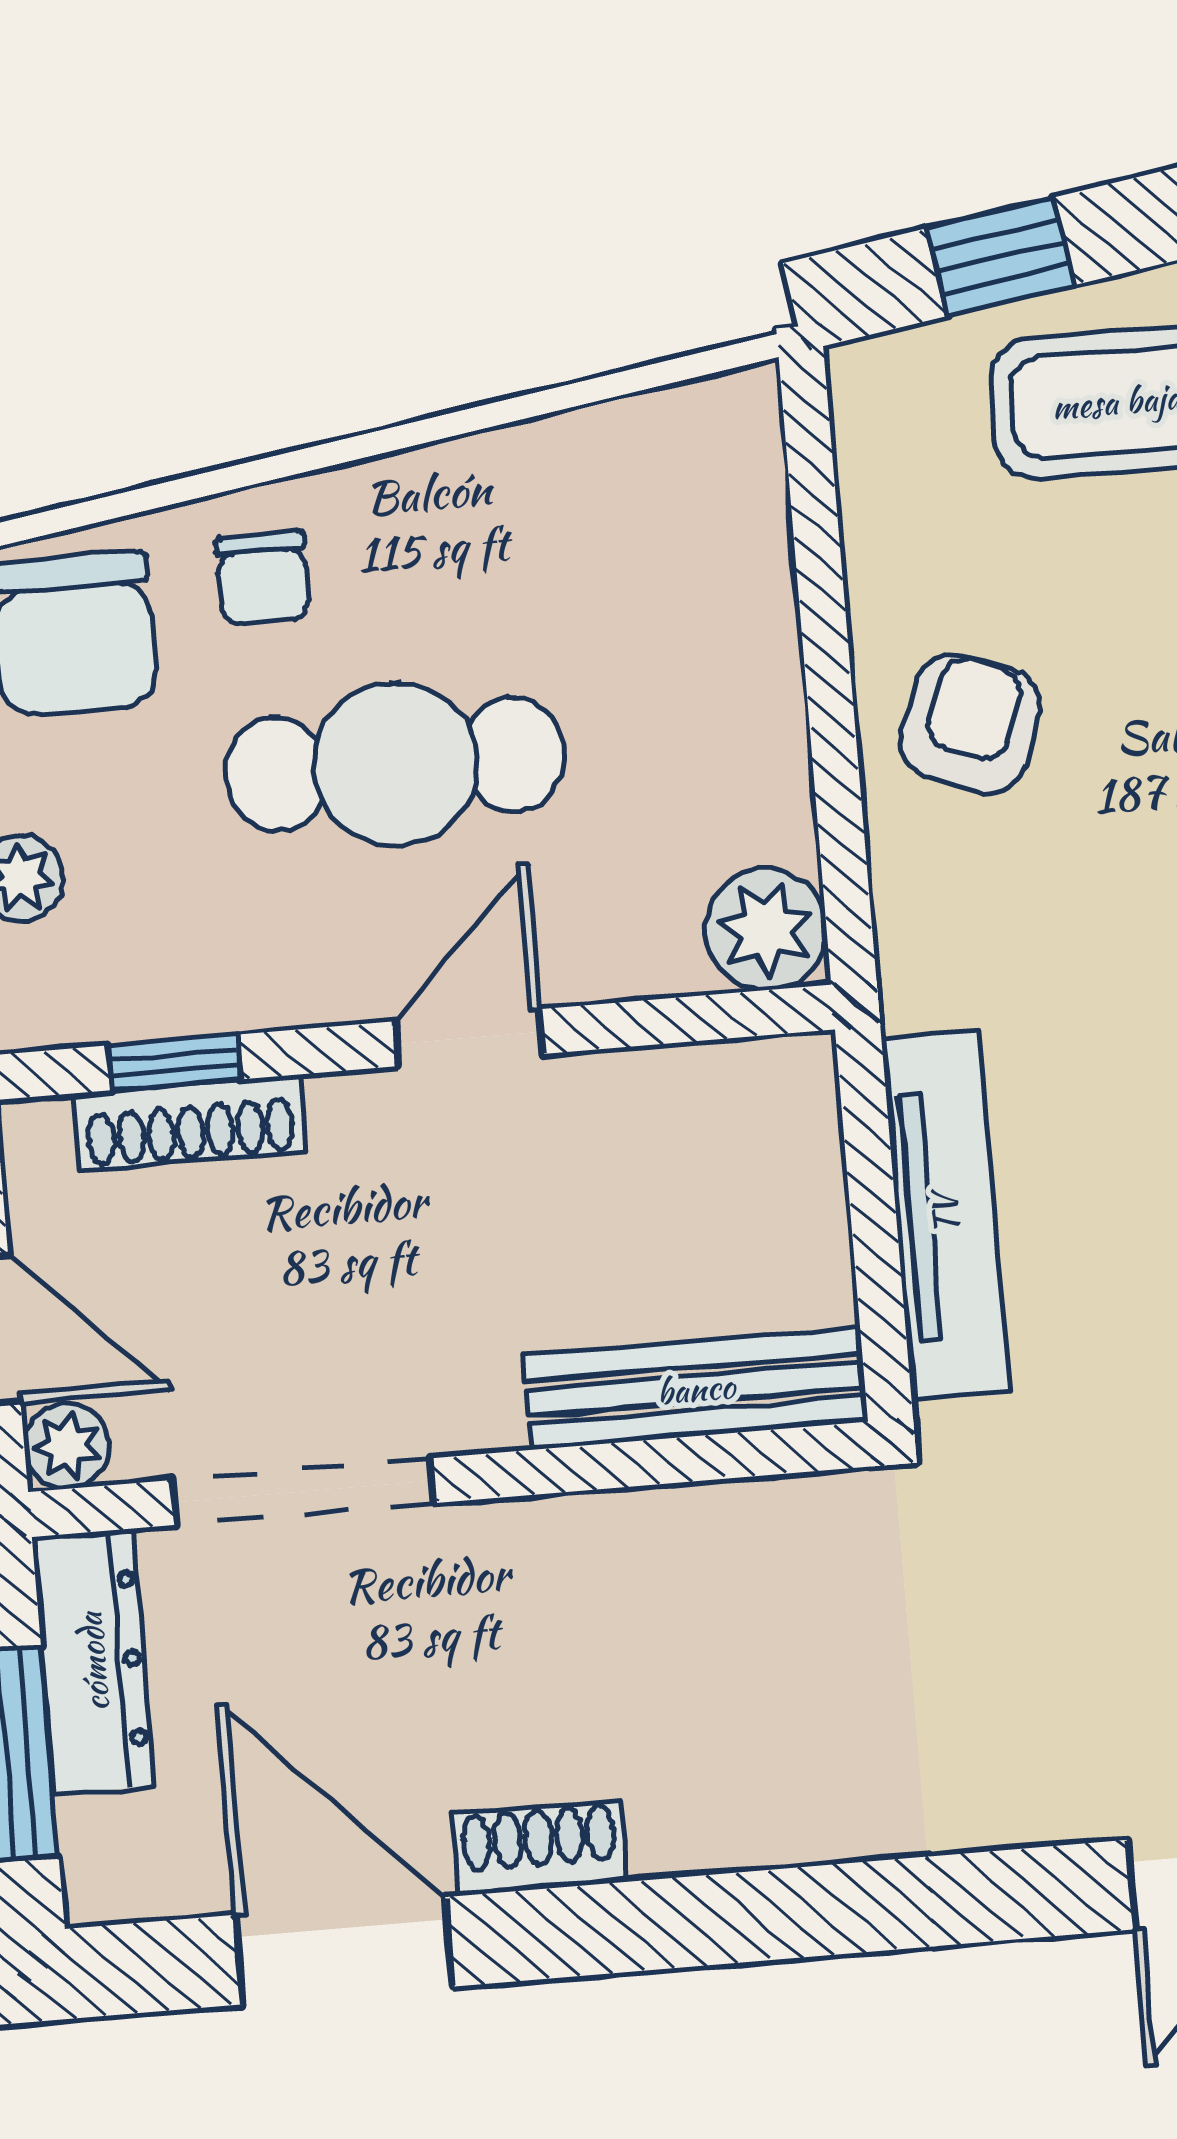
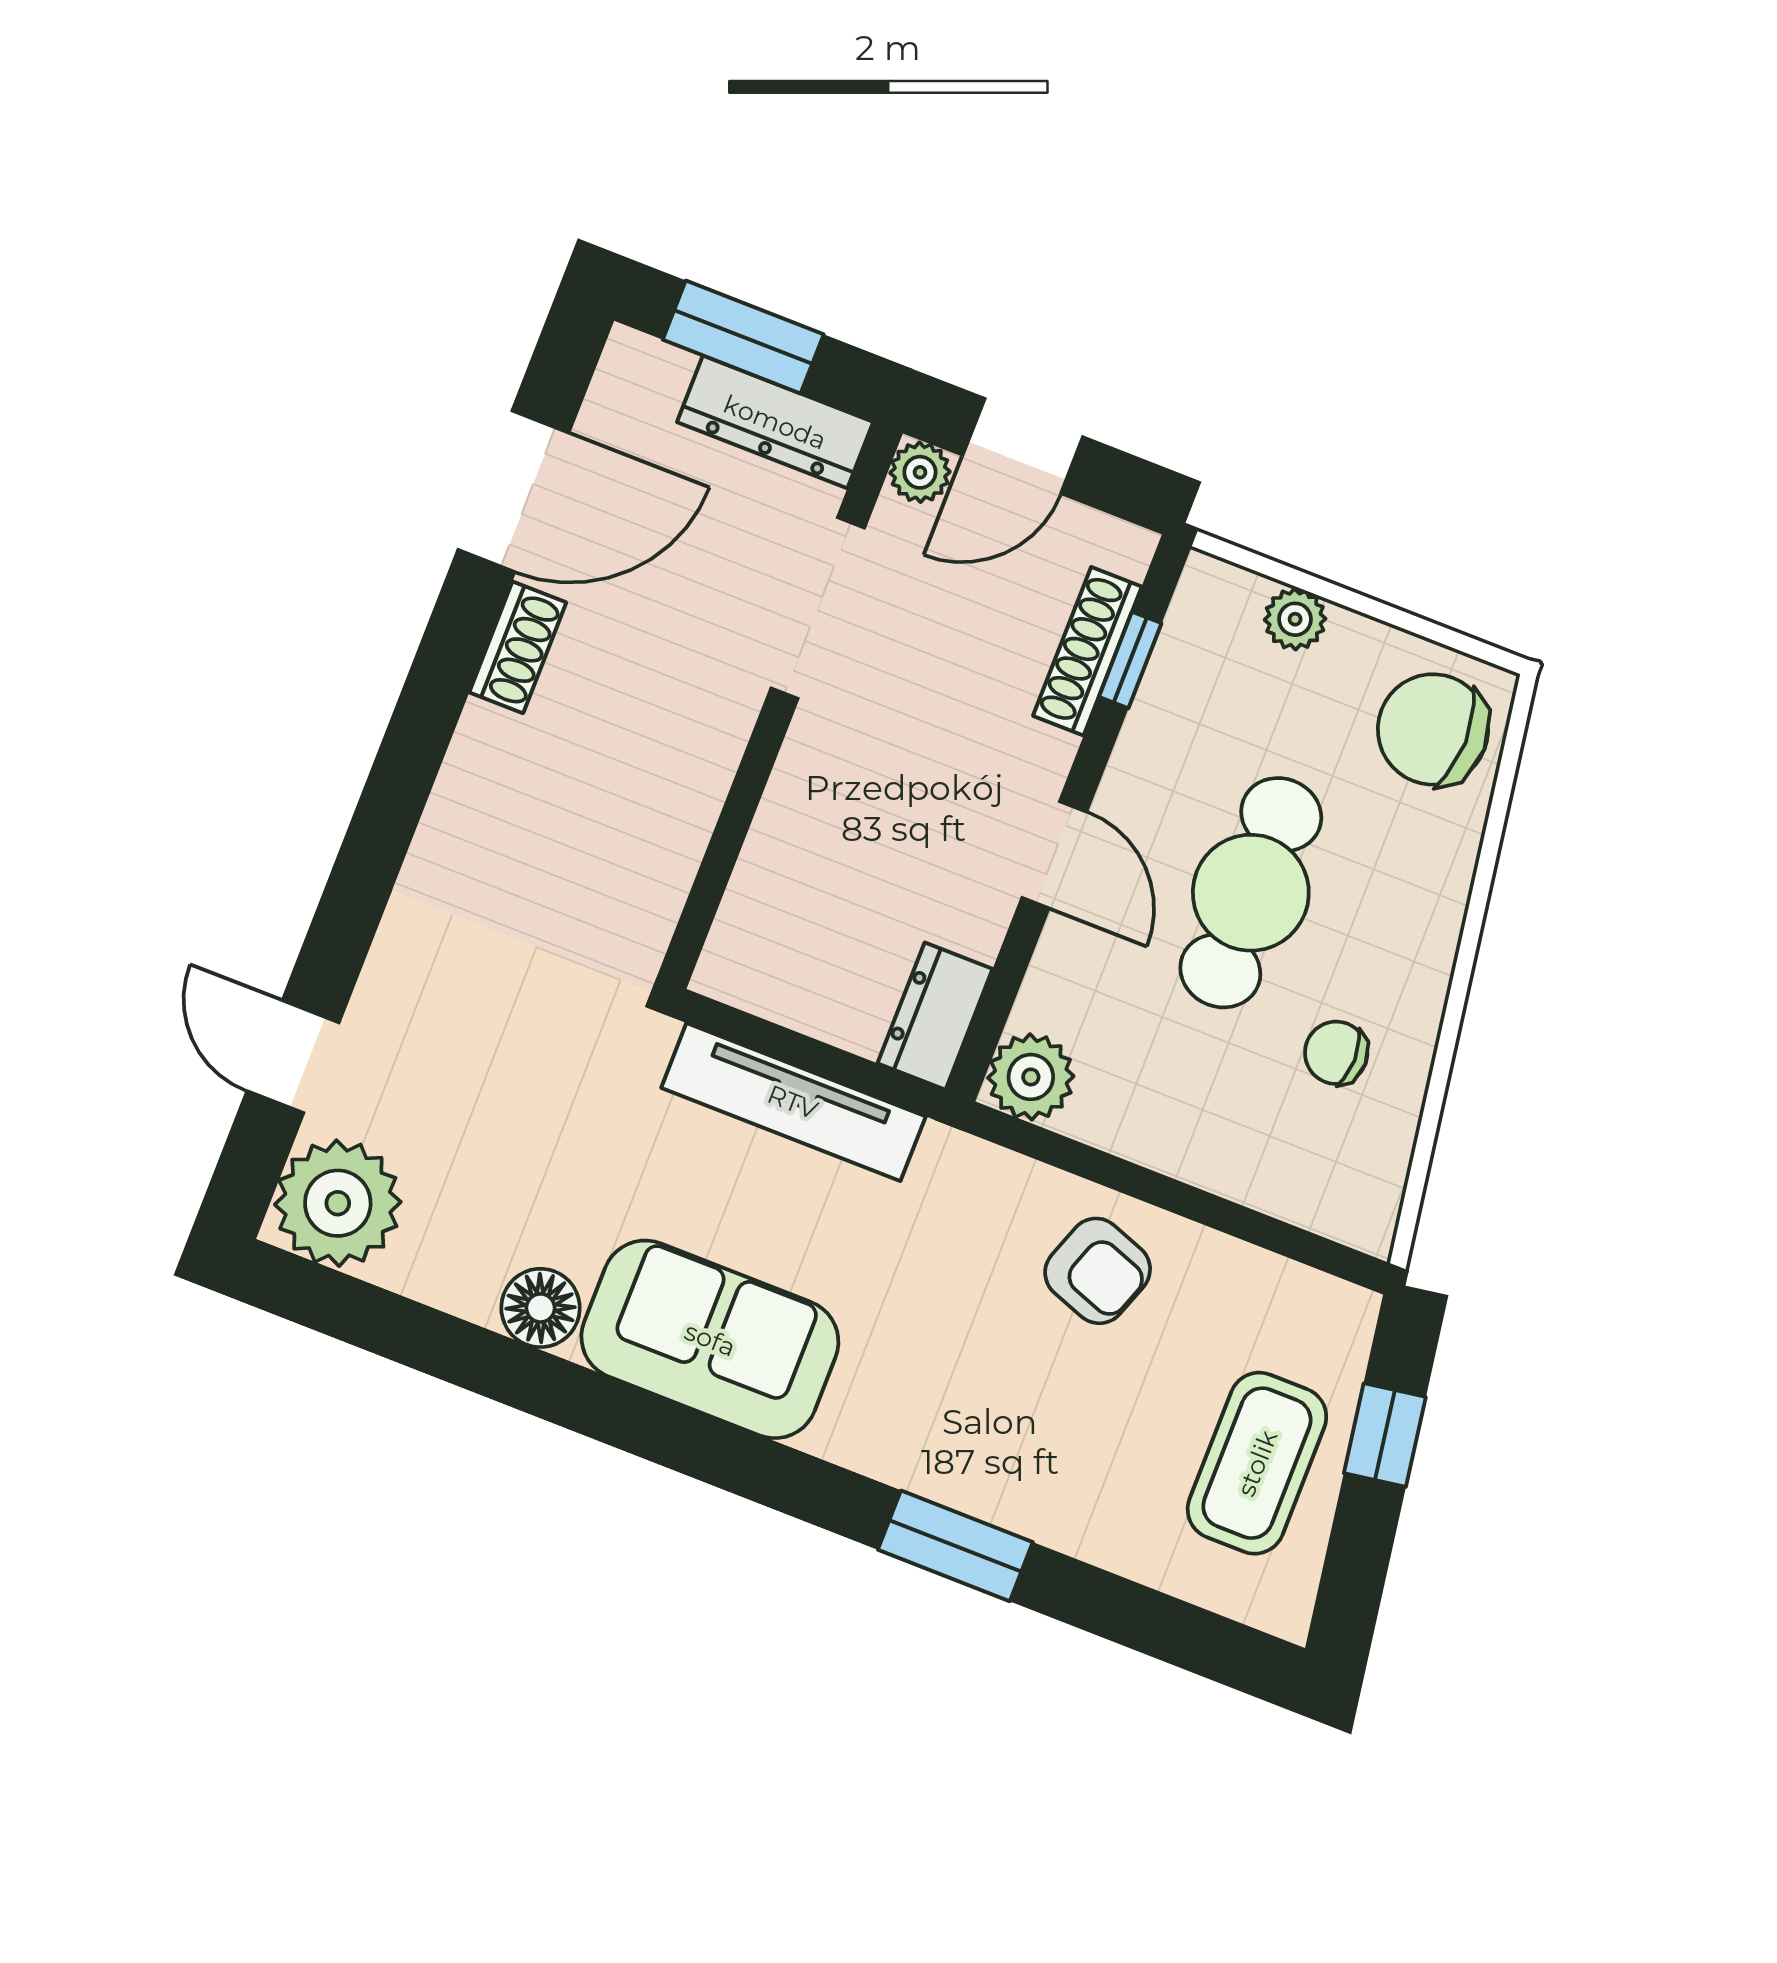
chair: (263, 578) -> (1336, 1053), moved
dresser: (748, 1089) -> (935, 1016), added
bench: (696, 1389) -> (761, 890), removed

